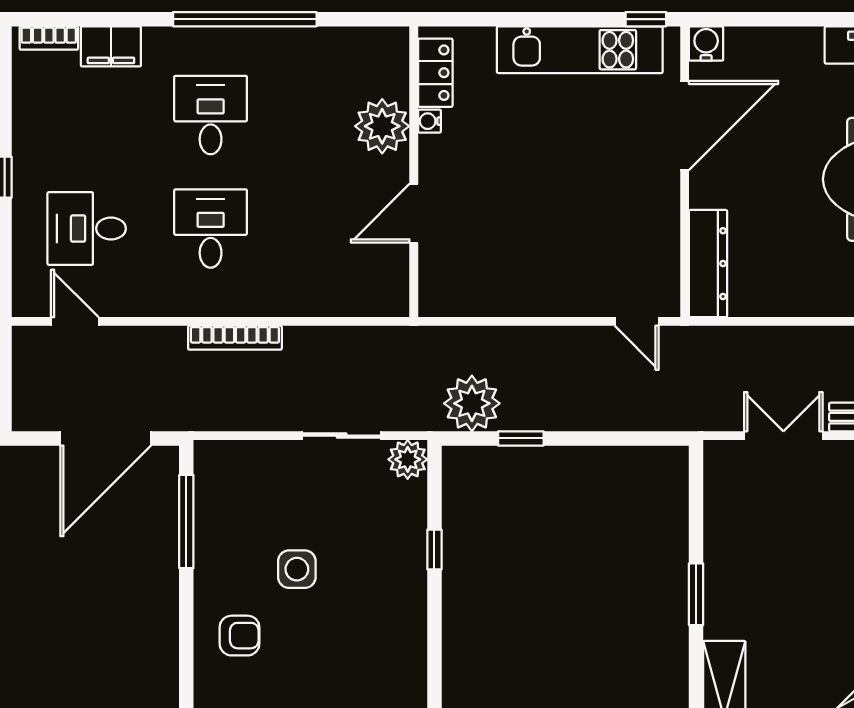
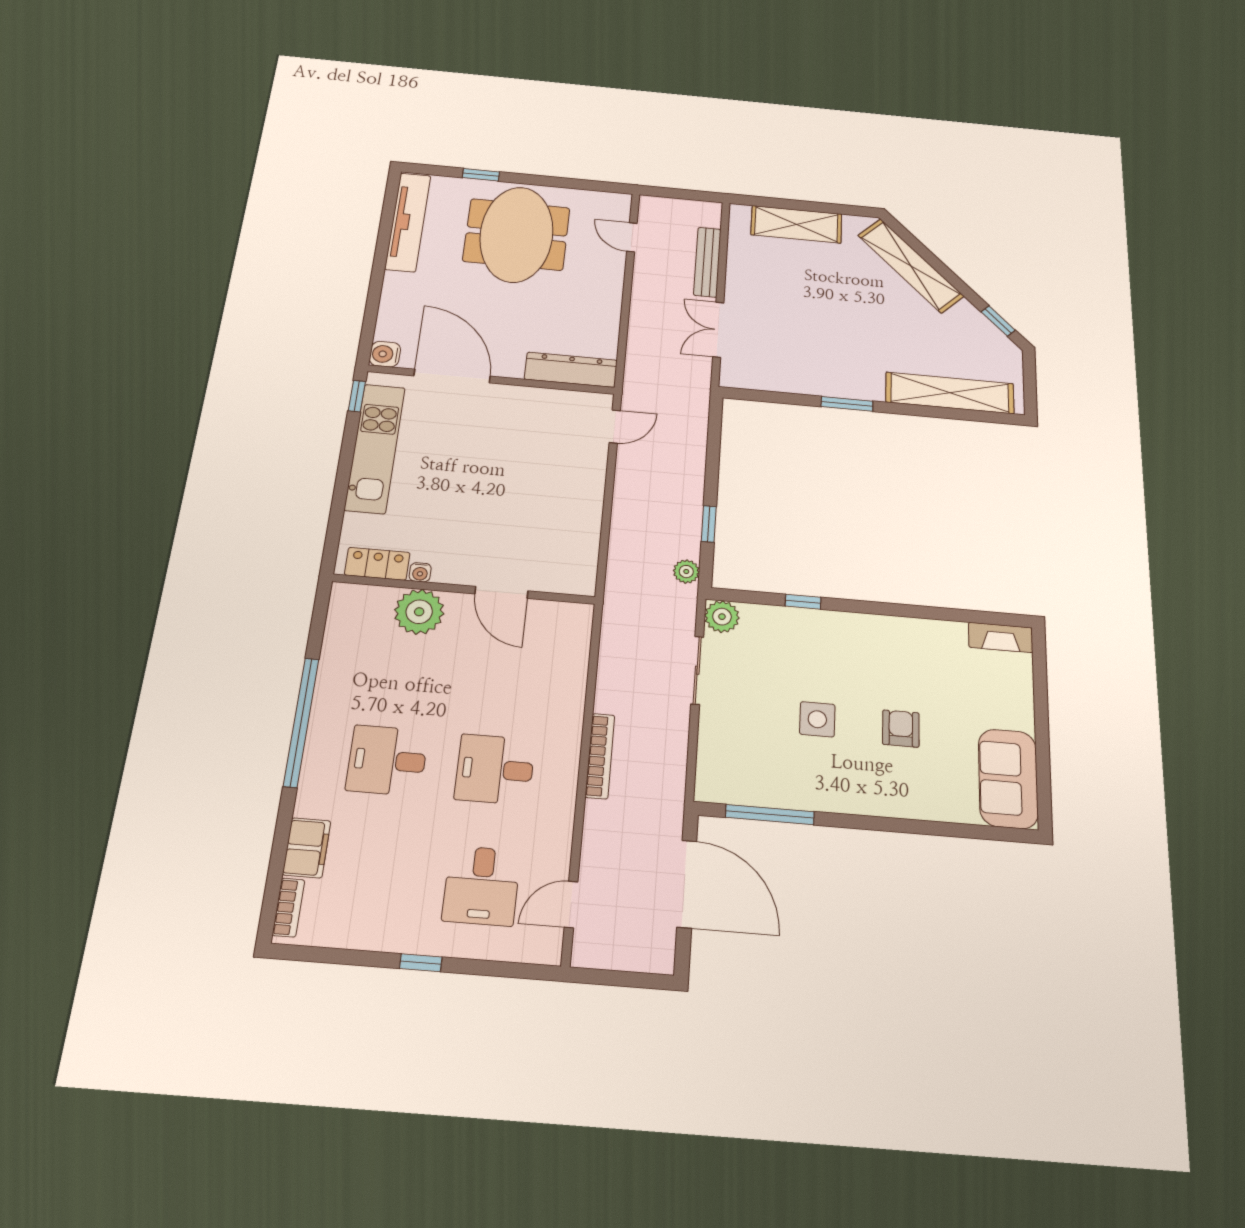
plant: (472, 403) -> (686, 572), width x0.53, depth x0.53
armchair: (240, 636) -> (901, 729), moved

